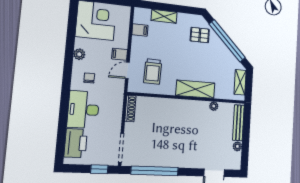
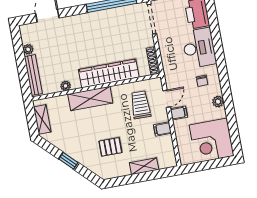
filing cabinet: (140, 30) -> (162, 129), moved
pallet: (200, 35) -> (110, 147), moved
window: (227, 41) -> (68, 161), width x0.32
wardrobe: (174, 107) -> (109, 73), added

